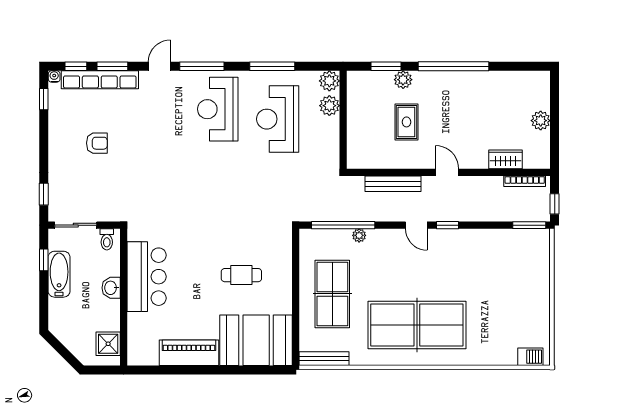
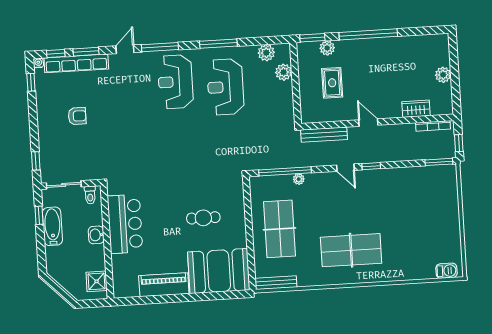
plant: (329, 106) -> (284, 72), moved
wall: (343, 120) -> (296, 83), moved
table tennis table: (417, 325) -> (351, 250), width x0.73, depth x0.76

